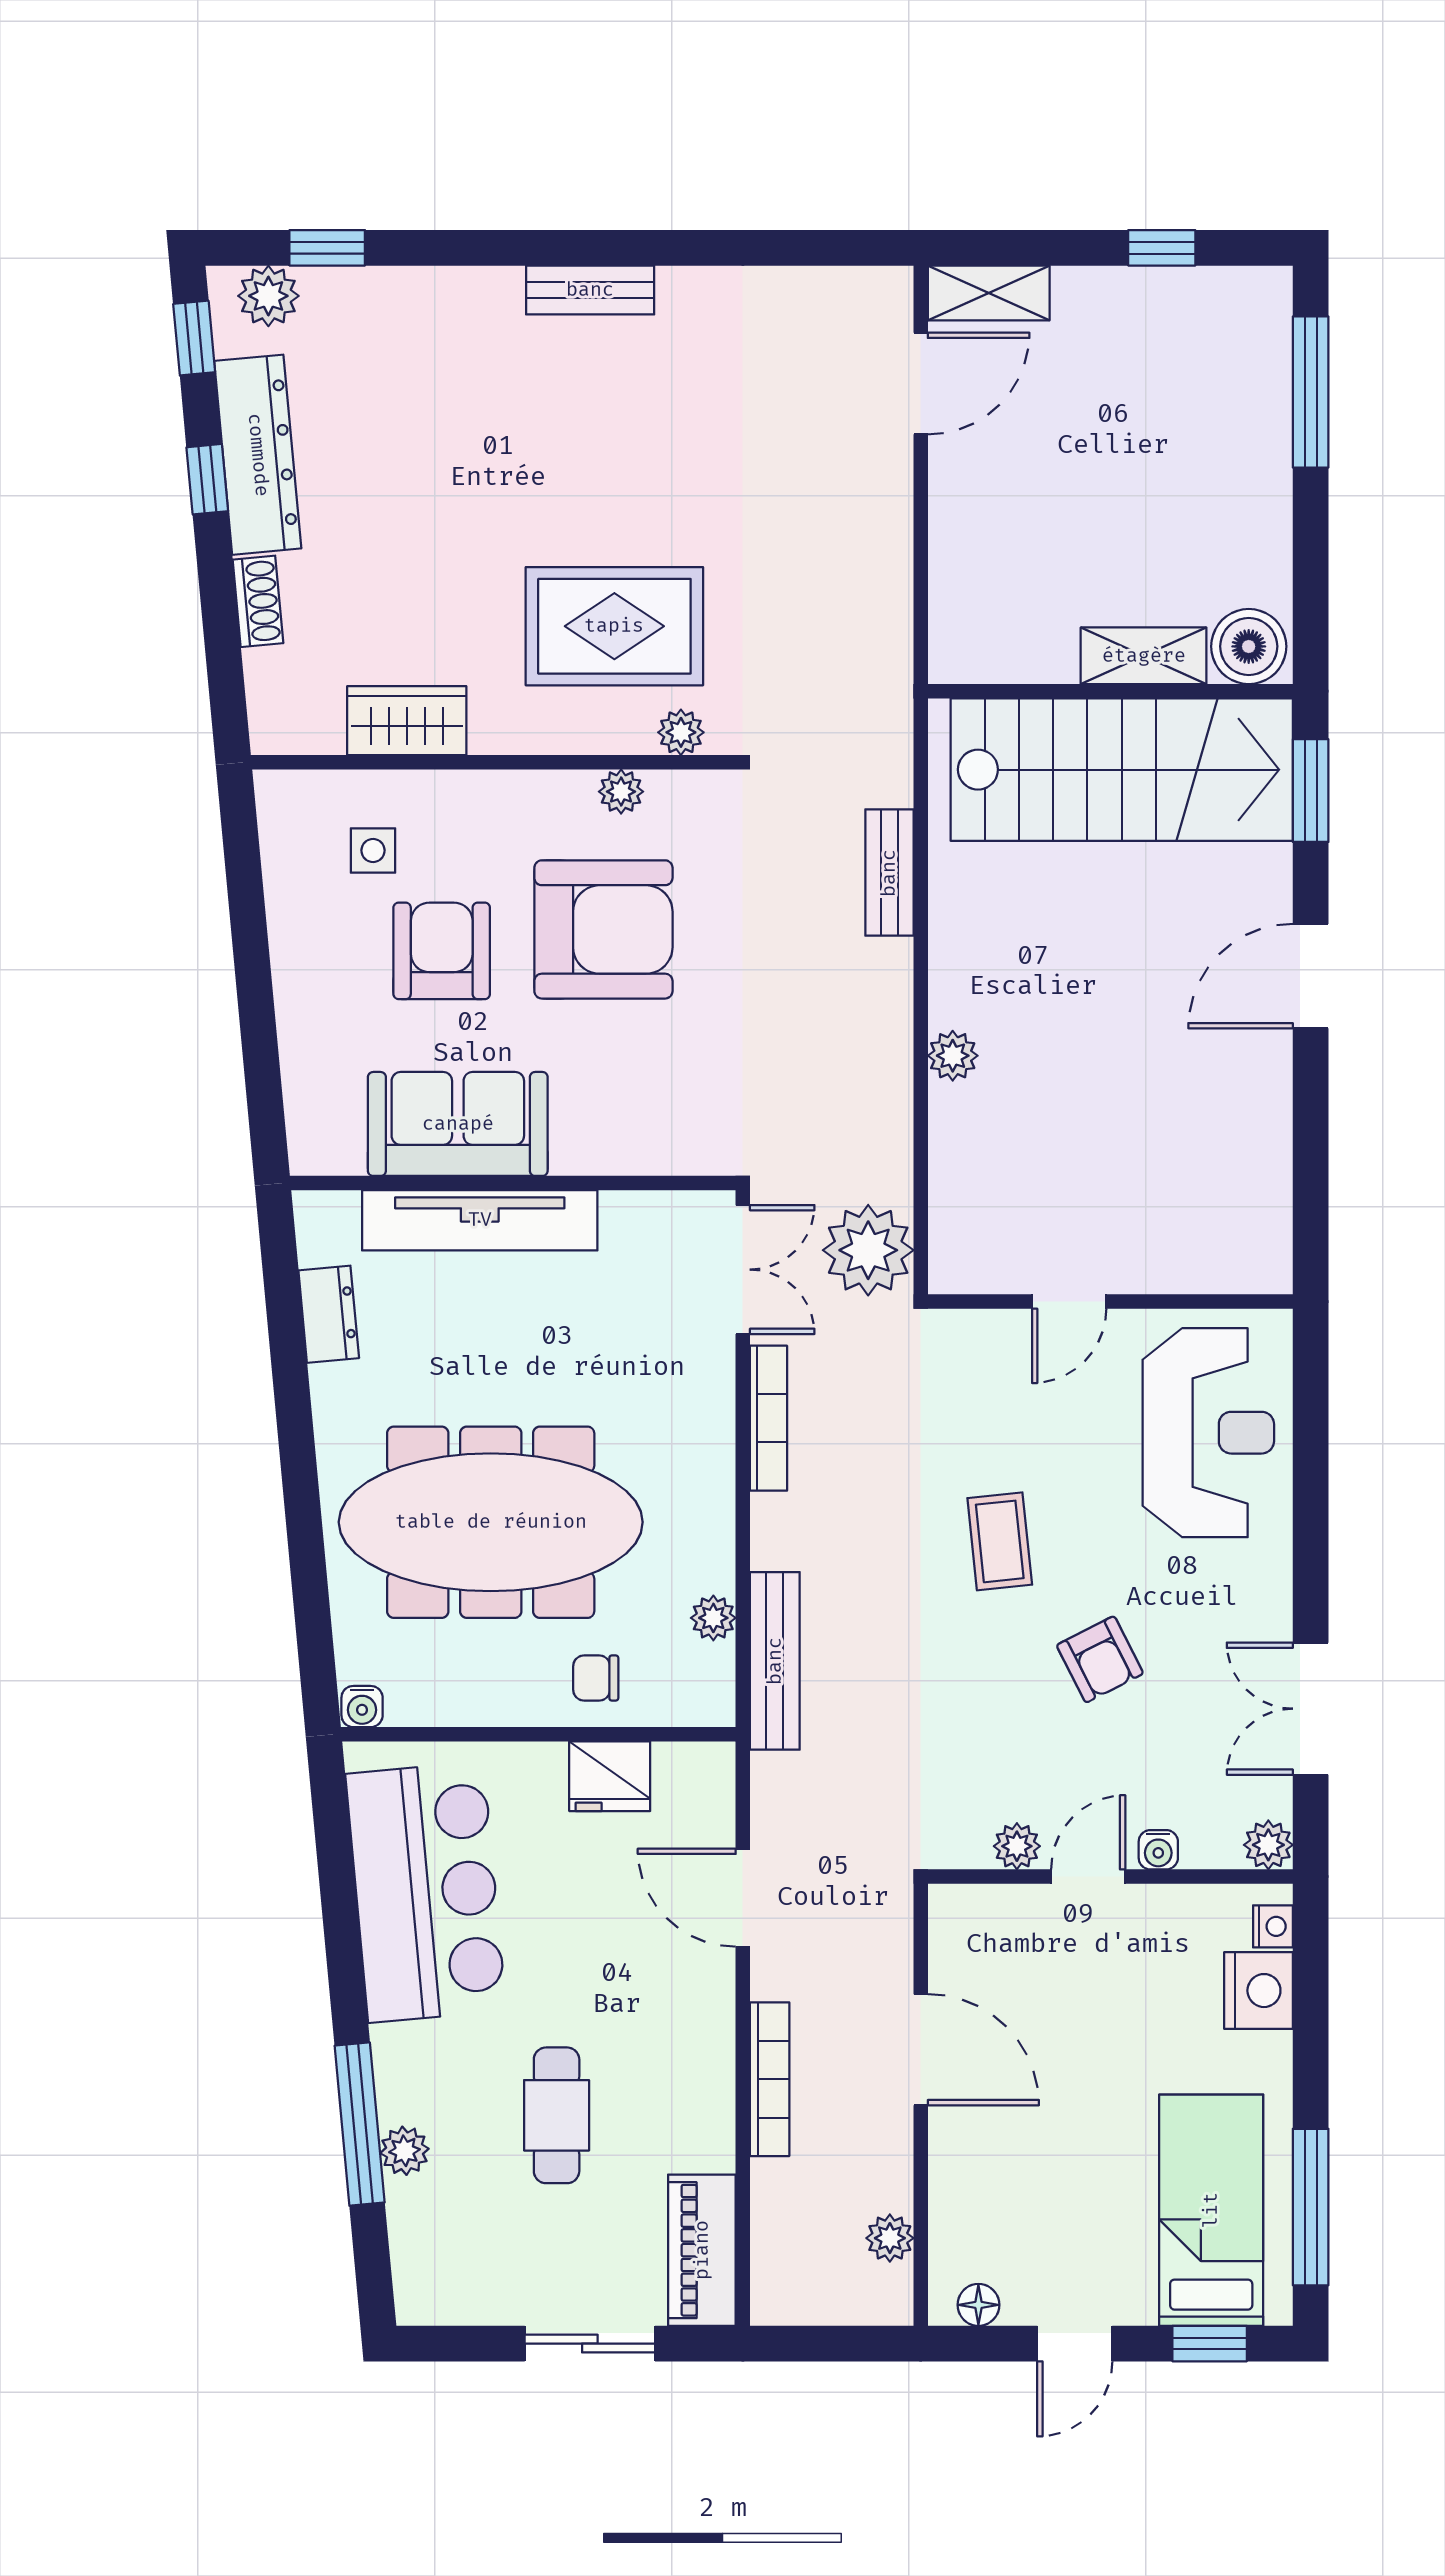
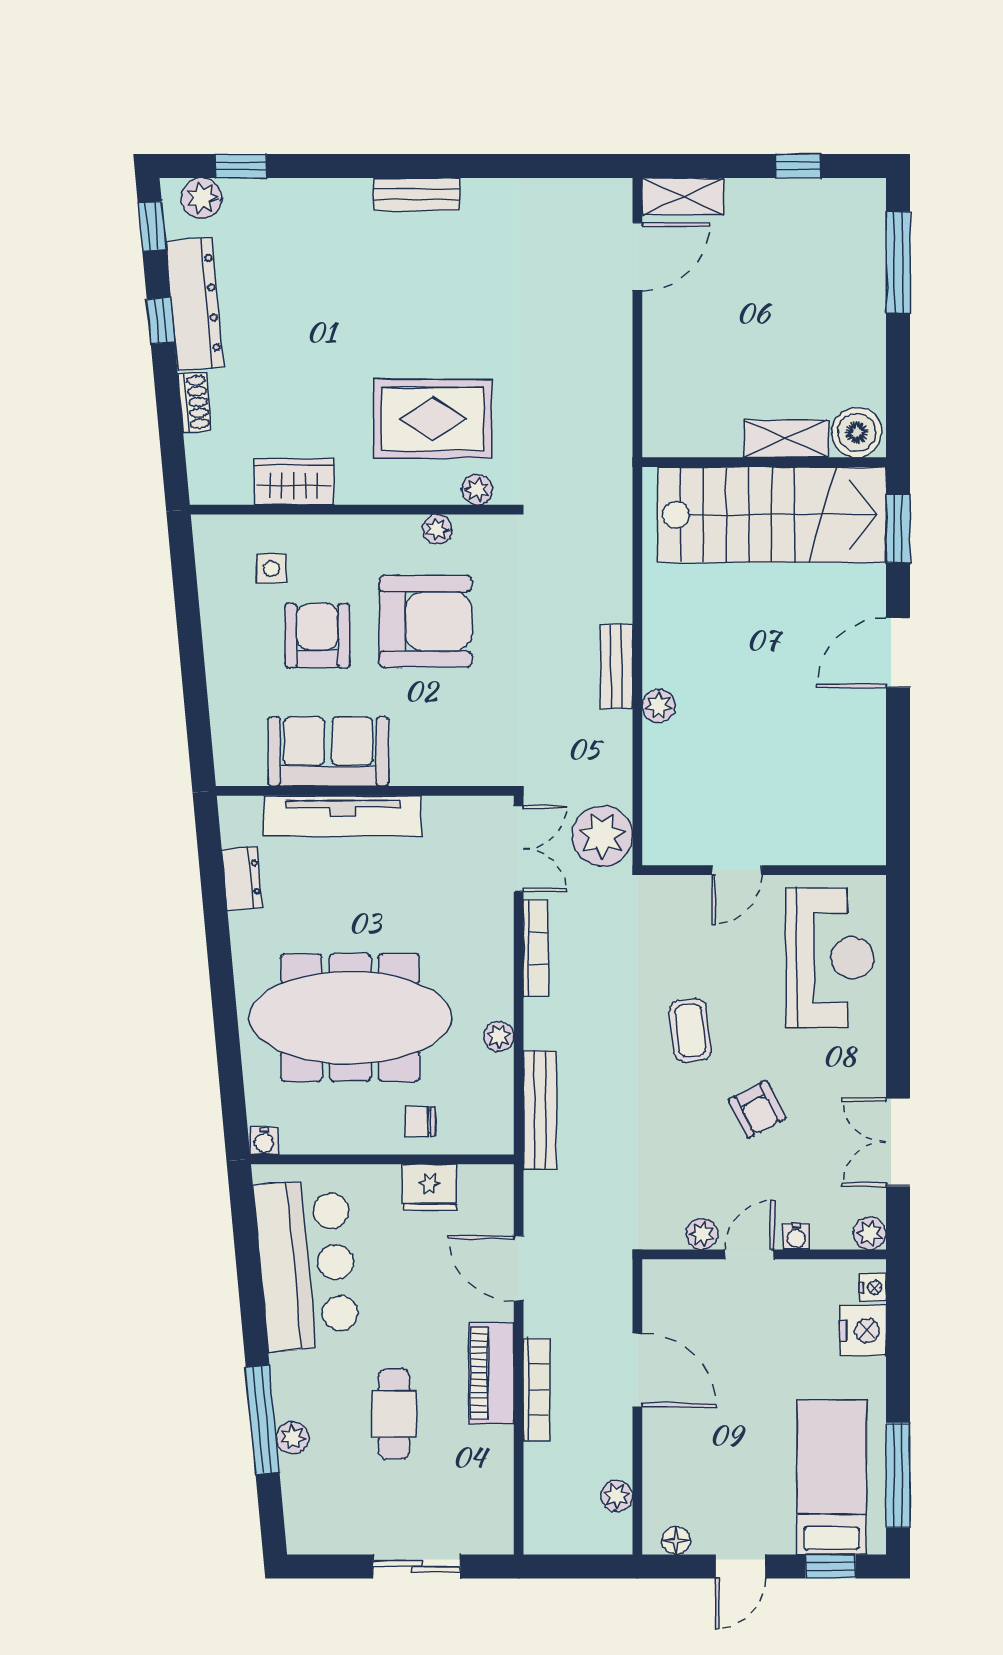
bench: (889, 873) -> (617, 667), moved
plant: (713, 1618) -> (499, 1036), moved
piano: (702, 2250) -> (491, 1373), moved

